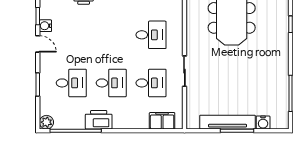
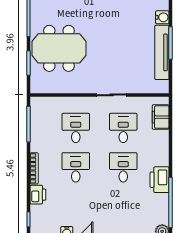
desk: (71, 83) -> (76, 167), moved

